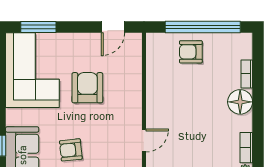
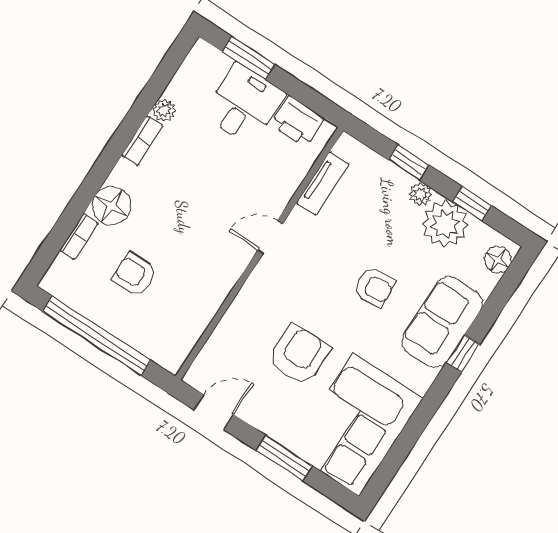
window: (38, 27) -> (284, 458), moved
armchair: (191, 52) -> (135, 275), moved, turned 180
armchair: (87, 88) -> (299, 355), turned 180

